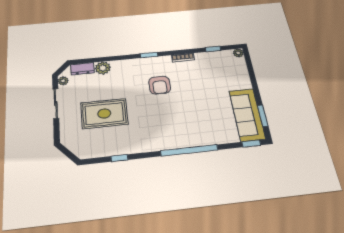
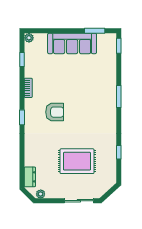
plant: (103, 68) -> (31, 159), removed
sliding door: (56, 103) -> (79, 201), moved
rug: (104, 114) -> (77, 161), turned 90
sofa: (247, 115) -> (72, 43), moved
window: (189, 150) -> (119, 96), width x0.47

